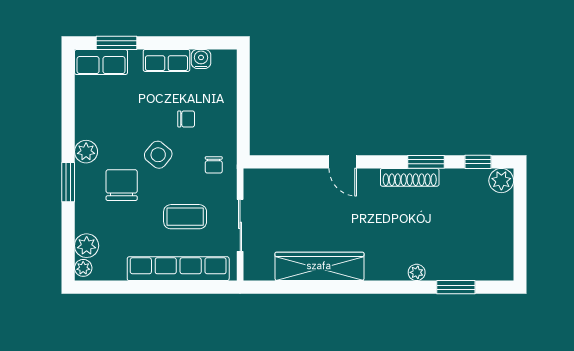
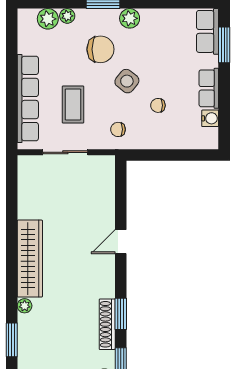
chair: (186, 119) -> (158, 105), turned 90
shoe rack: (410, 177) -> (107, 324), moved
wardrobe: (319, 266) -> (30, 259), moved
plant: (83, 268) -> (67, 16), moved

